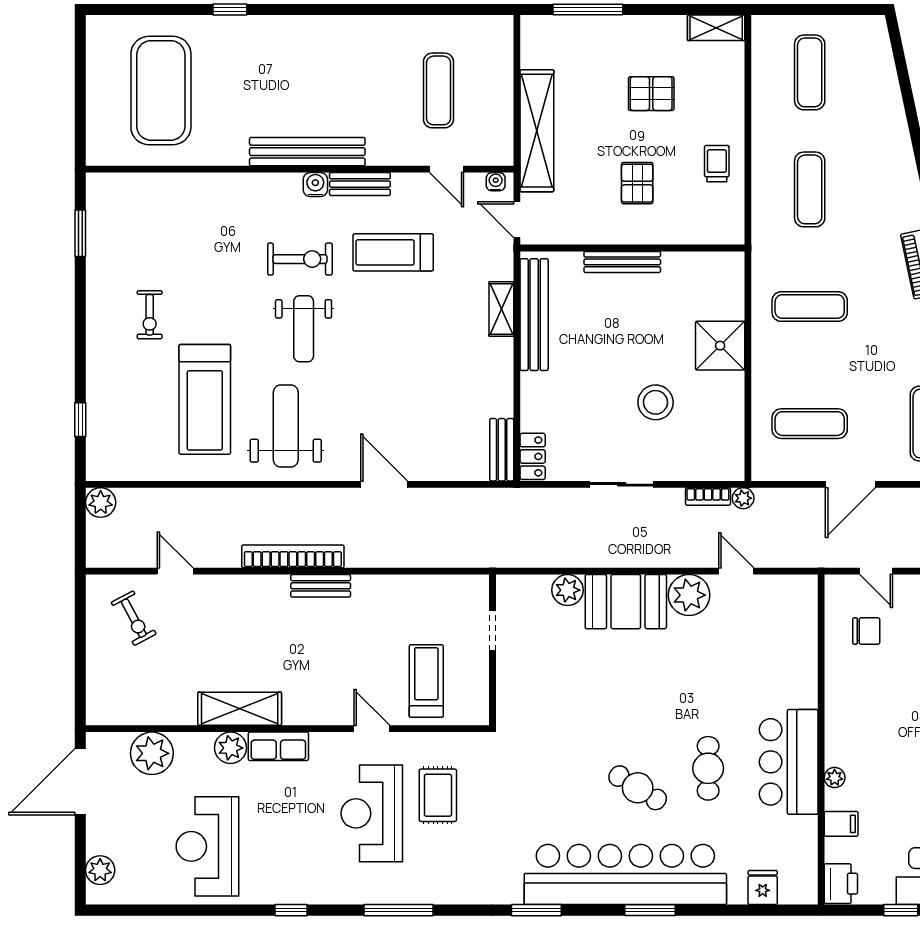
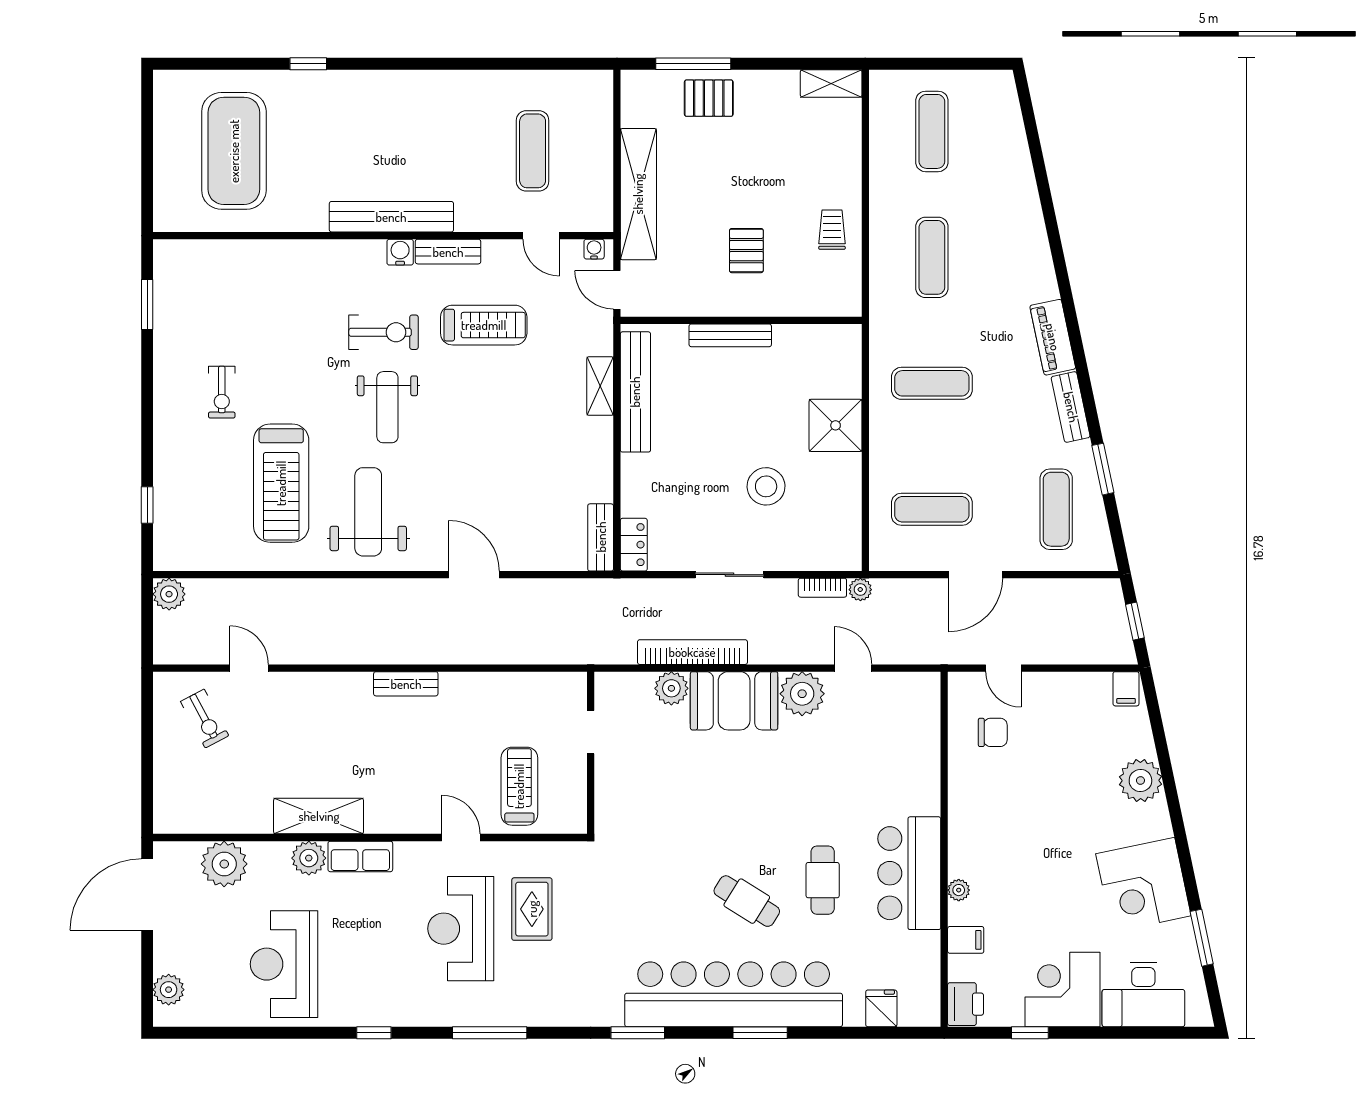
pallet: (651, 94) -> (709, 98), moved
treadmill: (393, 252) -> (484, 325), turned 180
bookcase: (293, 556) -> (692, 652), moved

